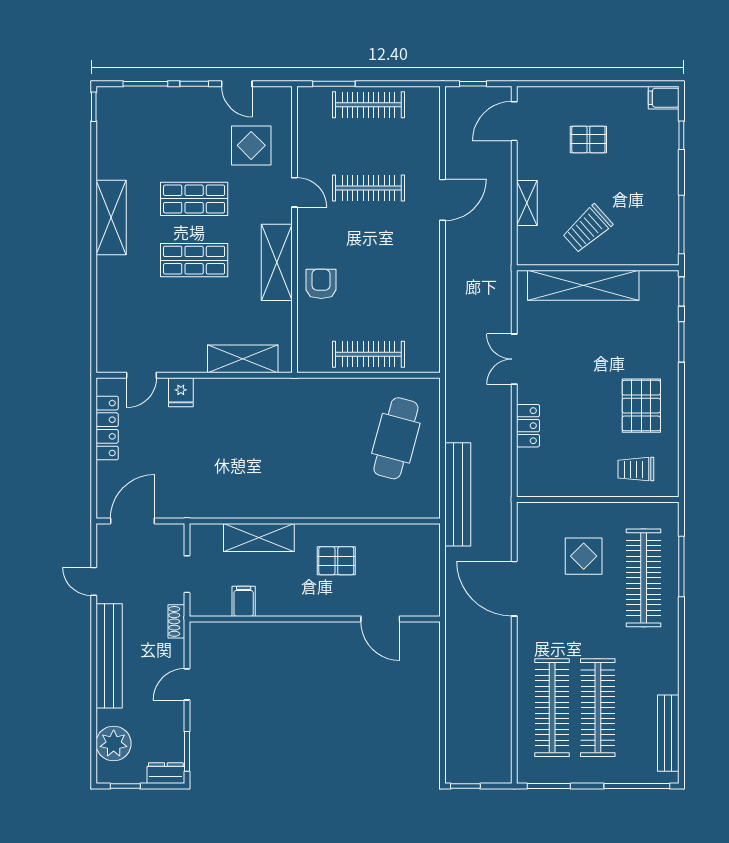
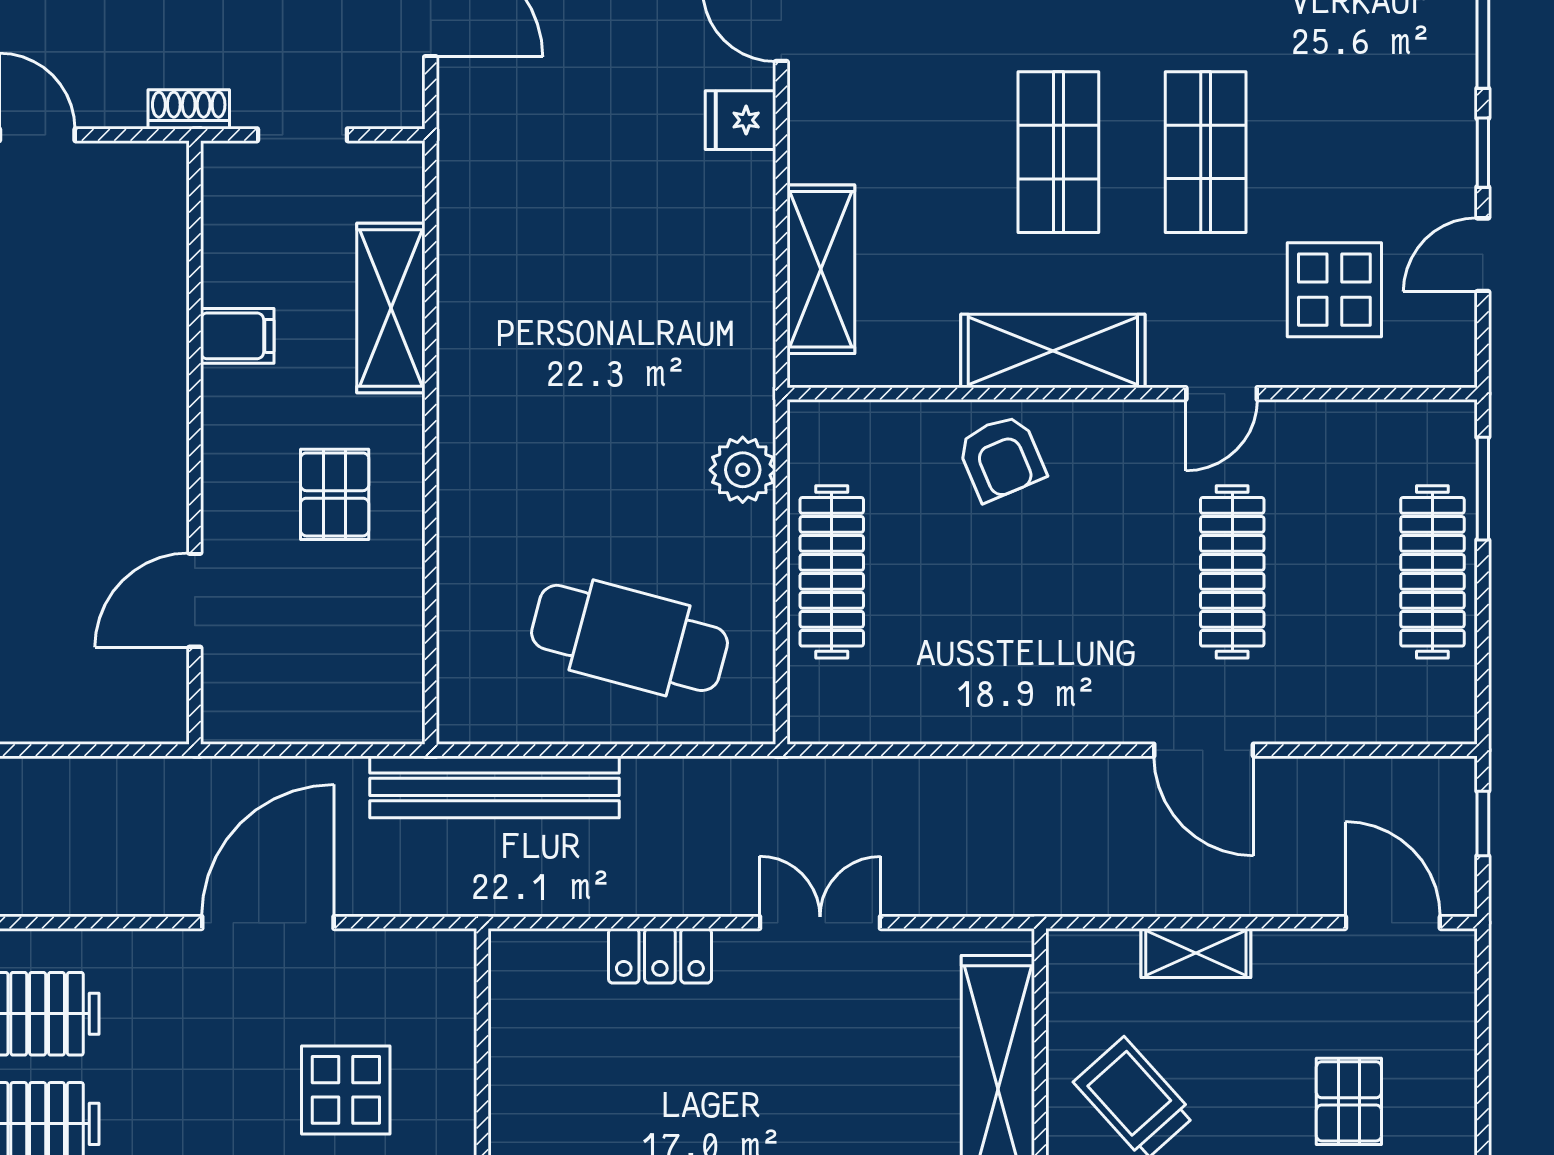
armchair: (321, 284) -> (1001, 458), turned 67
plant: (326, 391) -> (743, 470), added
filing cabinet: (244, 601) -> (237, 336), moved

